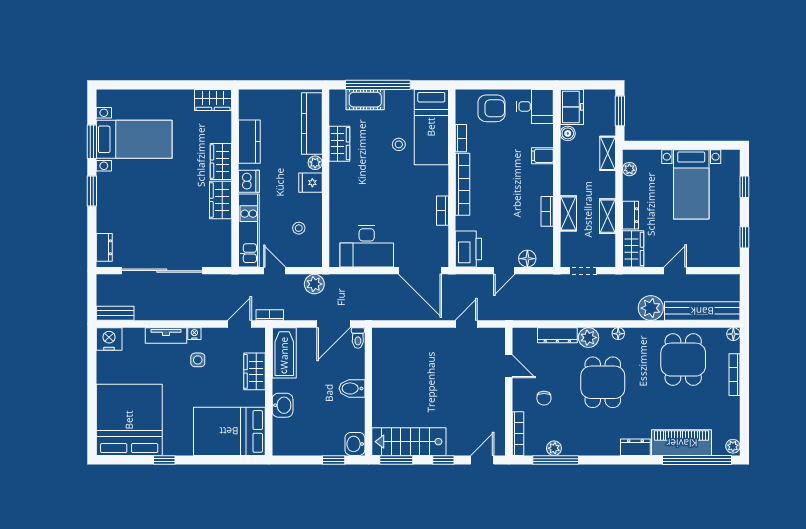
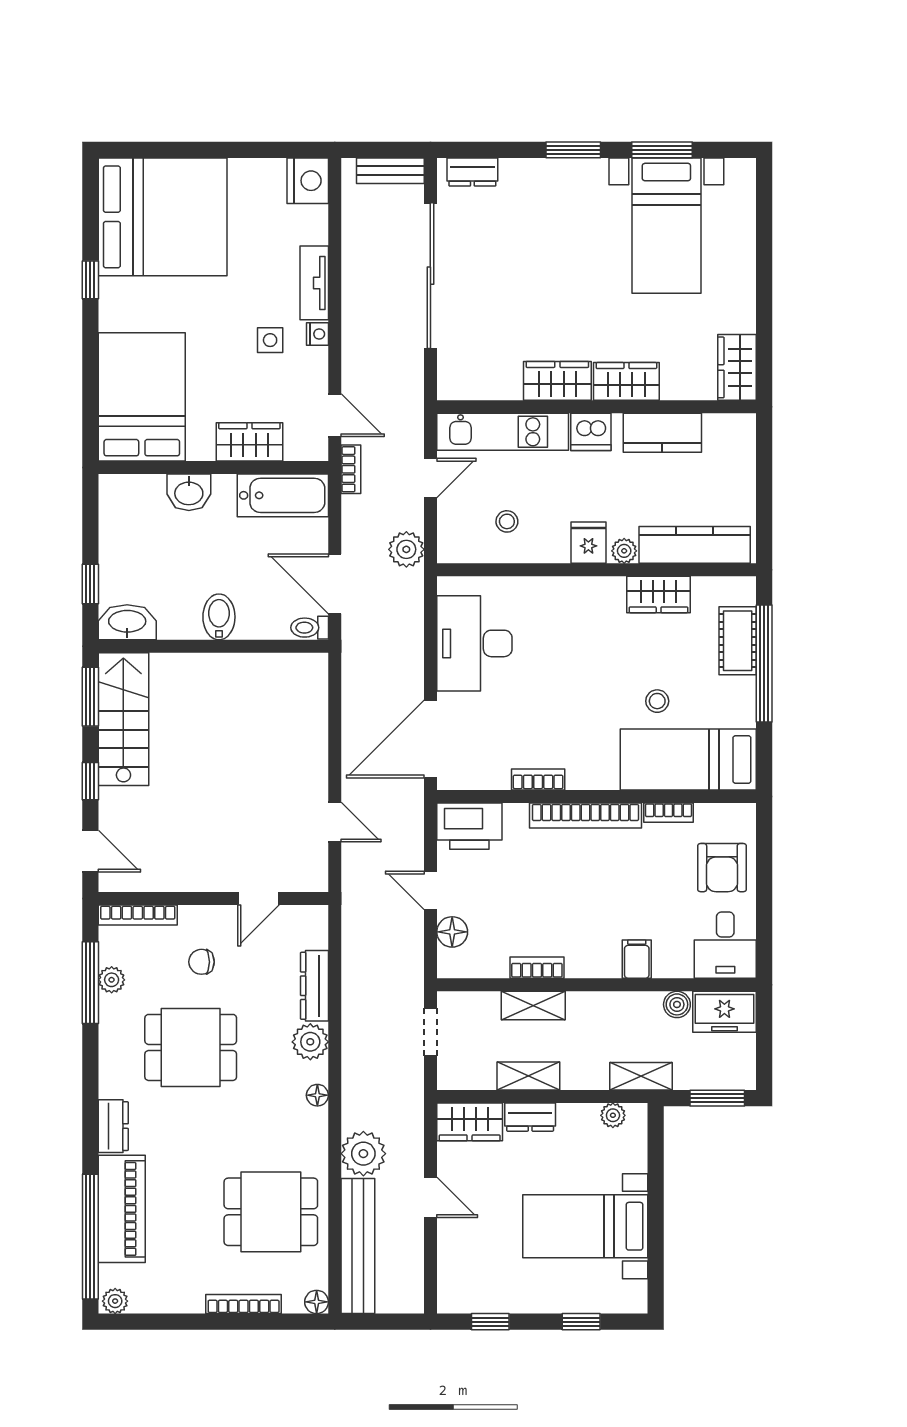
bench: (115, 313) -> (390, 171), moved, turned 90
dining table: (603, 382) -> (191, 1047), moved
washbasin: (355, 444) -> (127, 622), width x1.38

